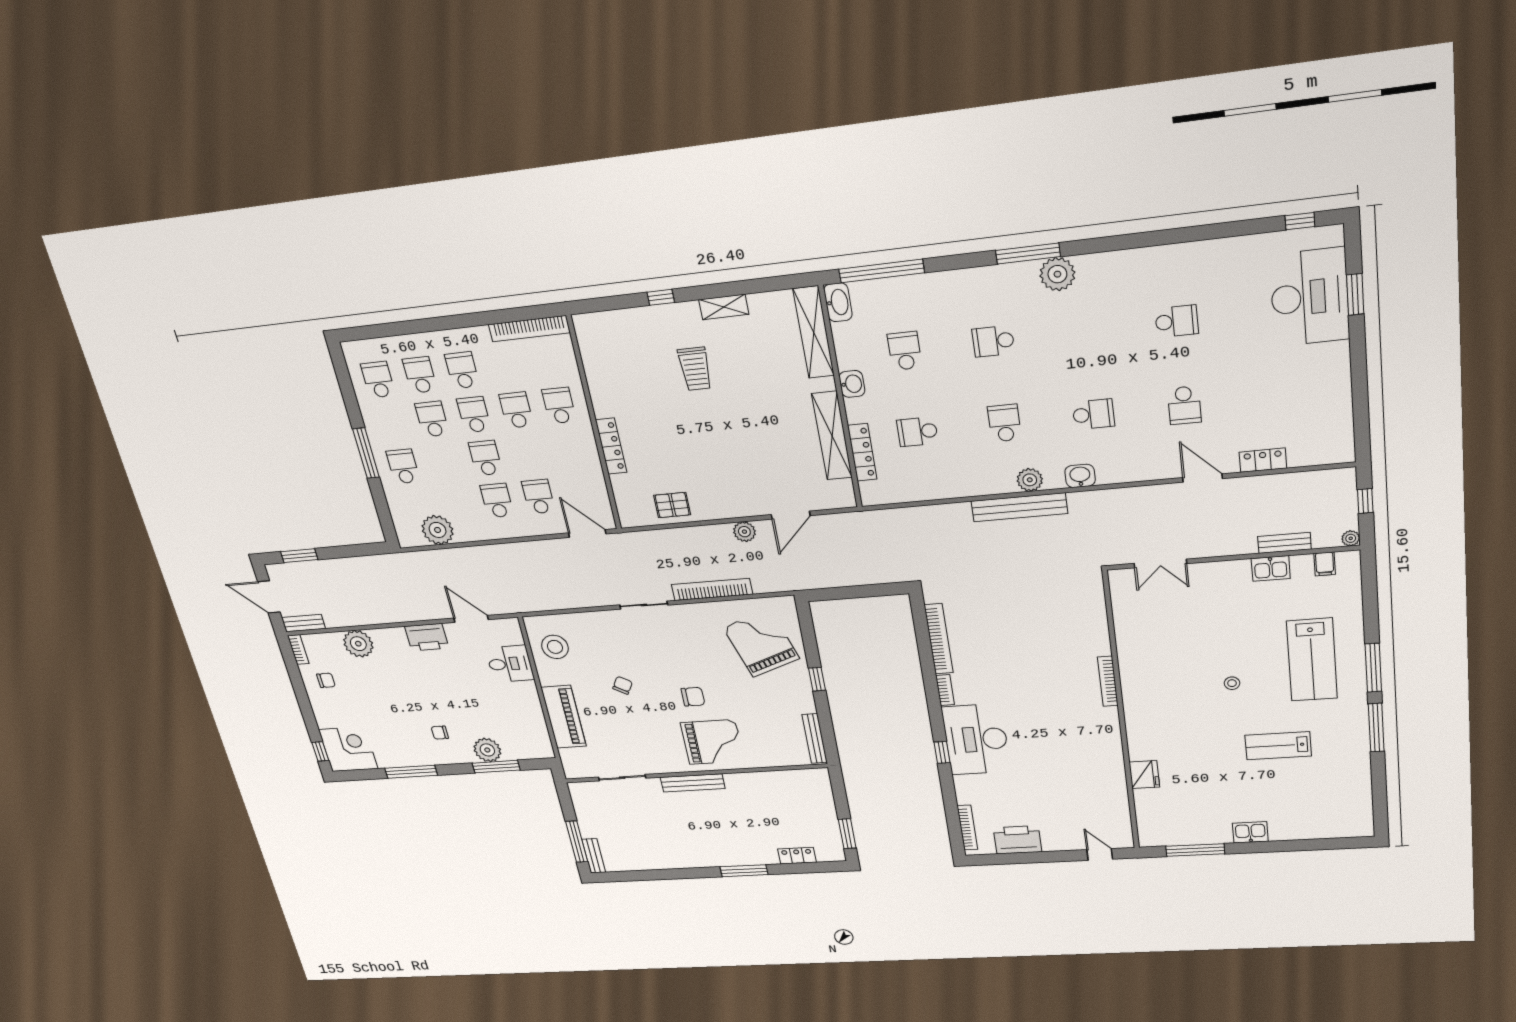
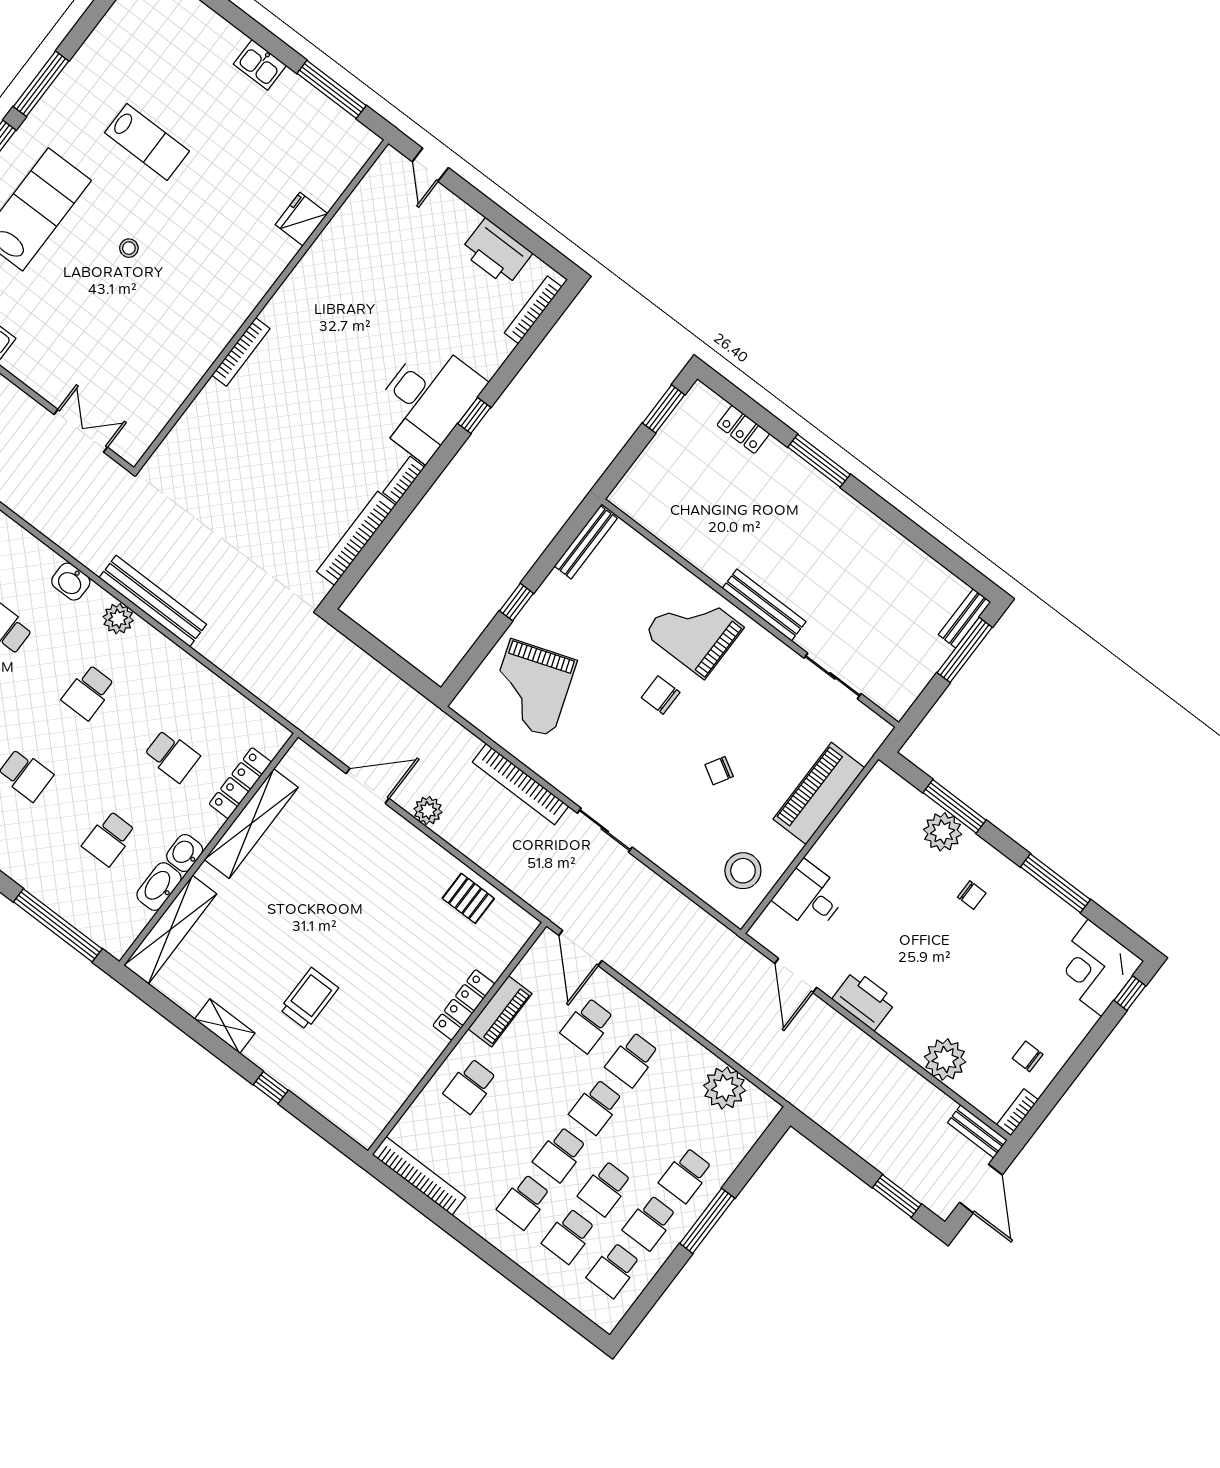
washbasin: (838, 302) -> (159, 887), moved
school desk: (516, 410) -> (650, 1223), moved
piano: (589, 461) -> (500, 1011), added

